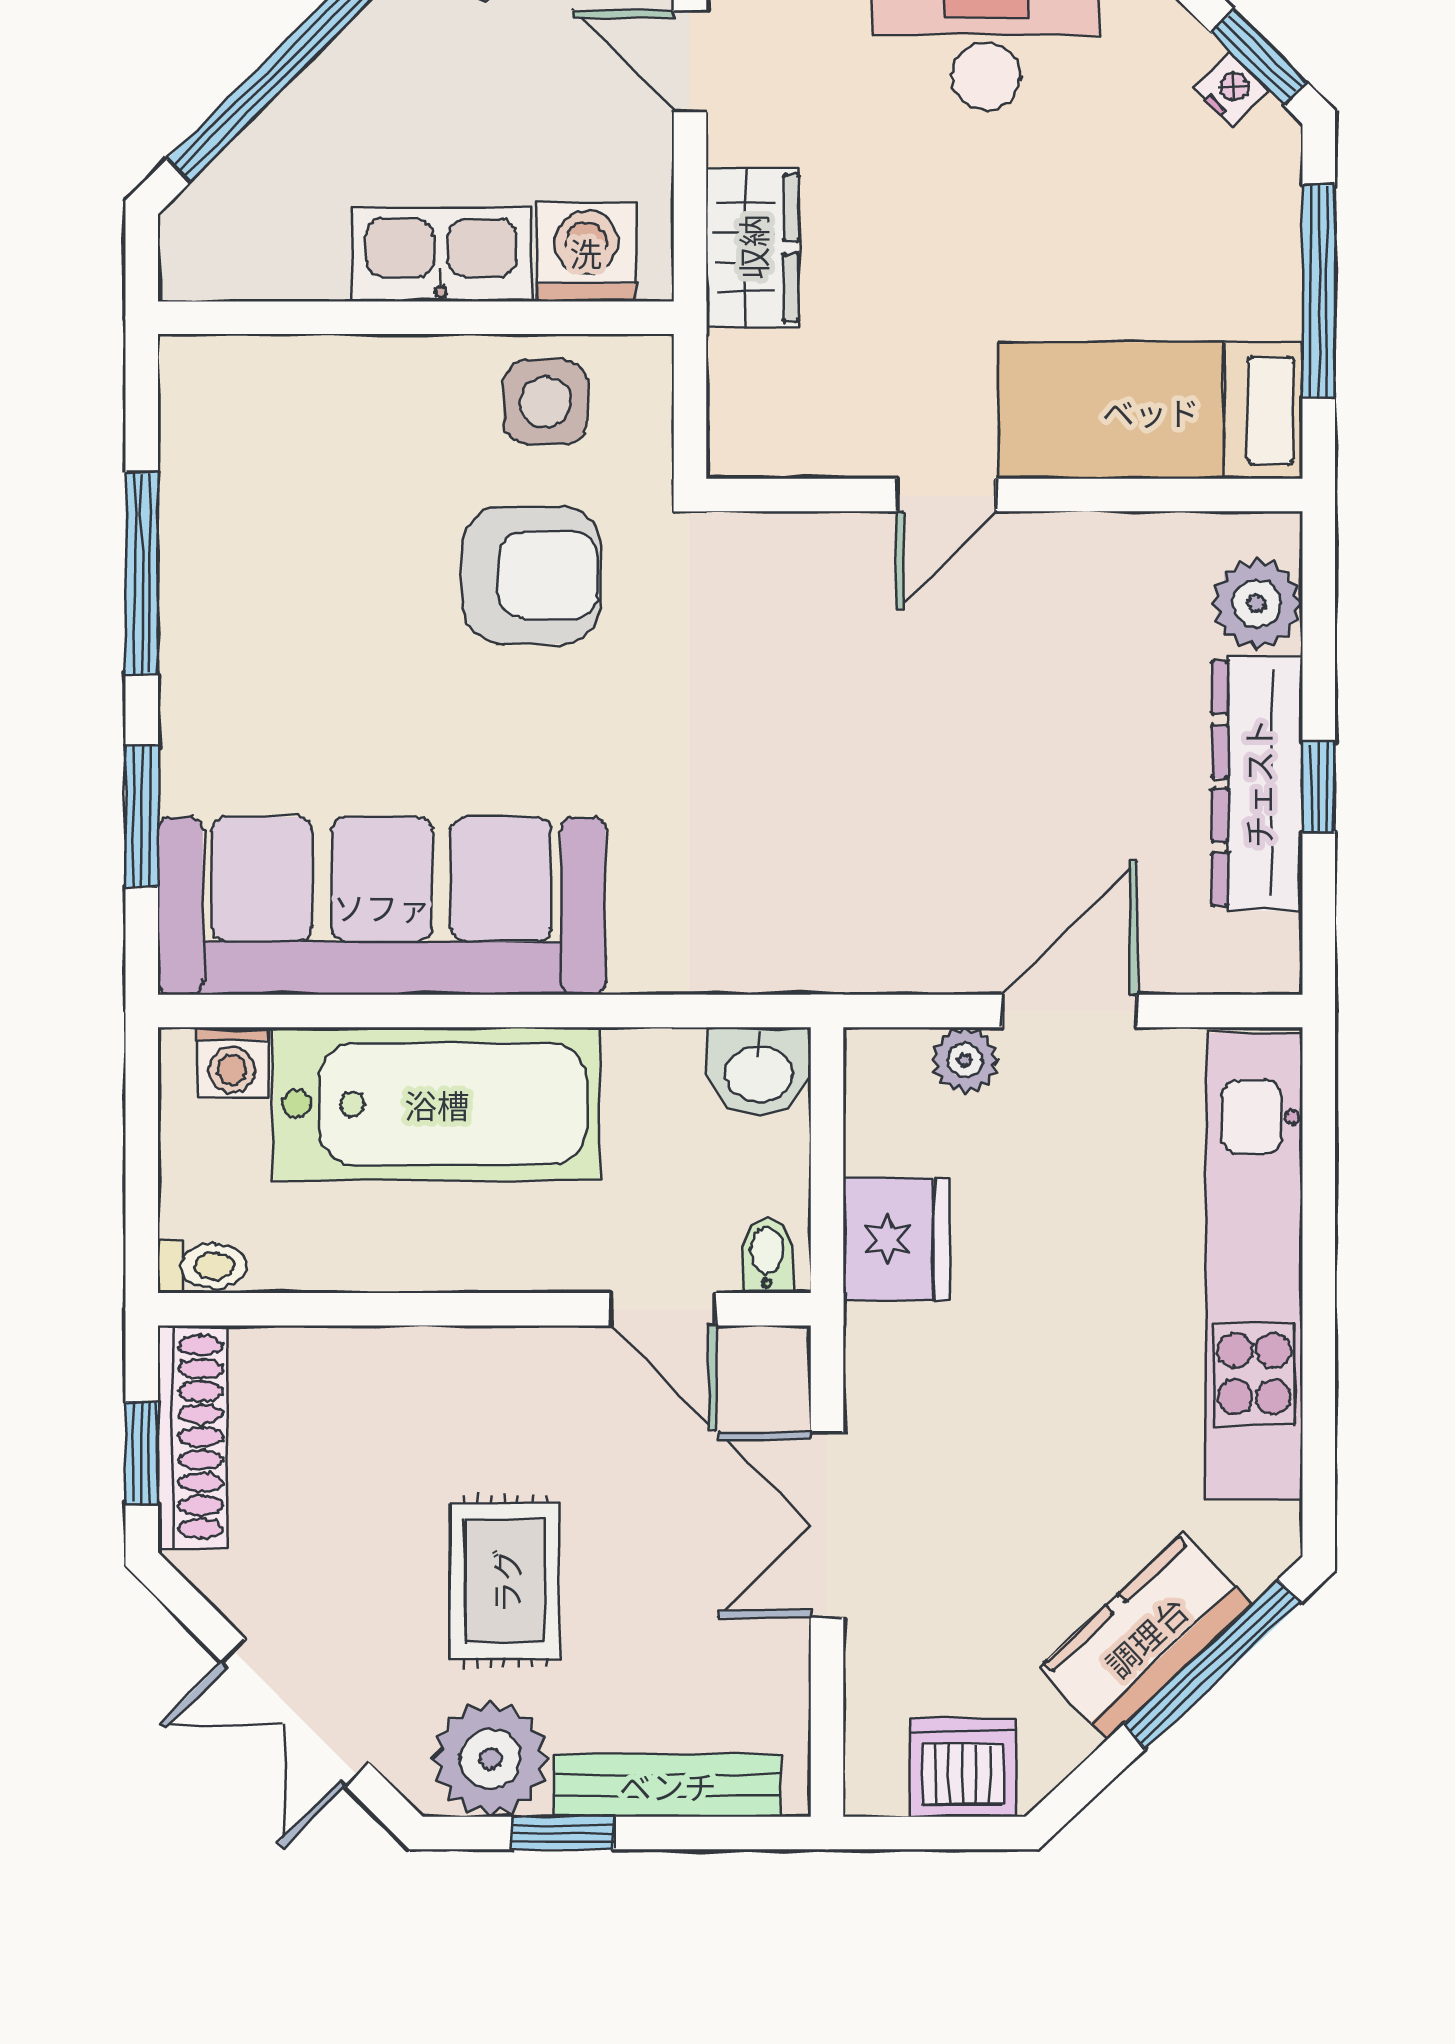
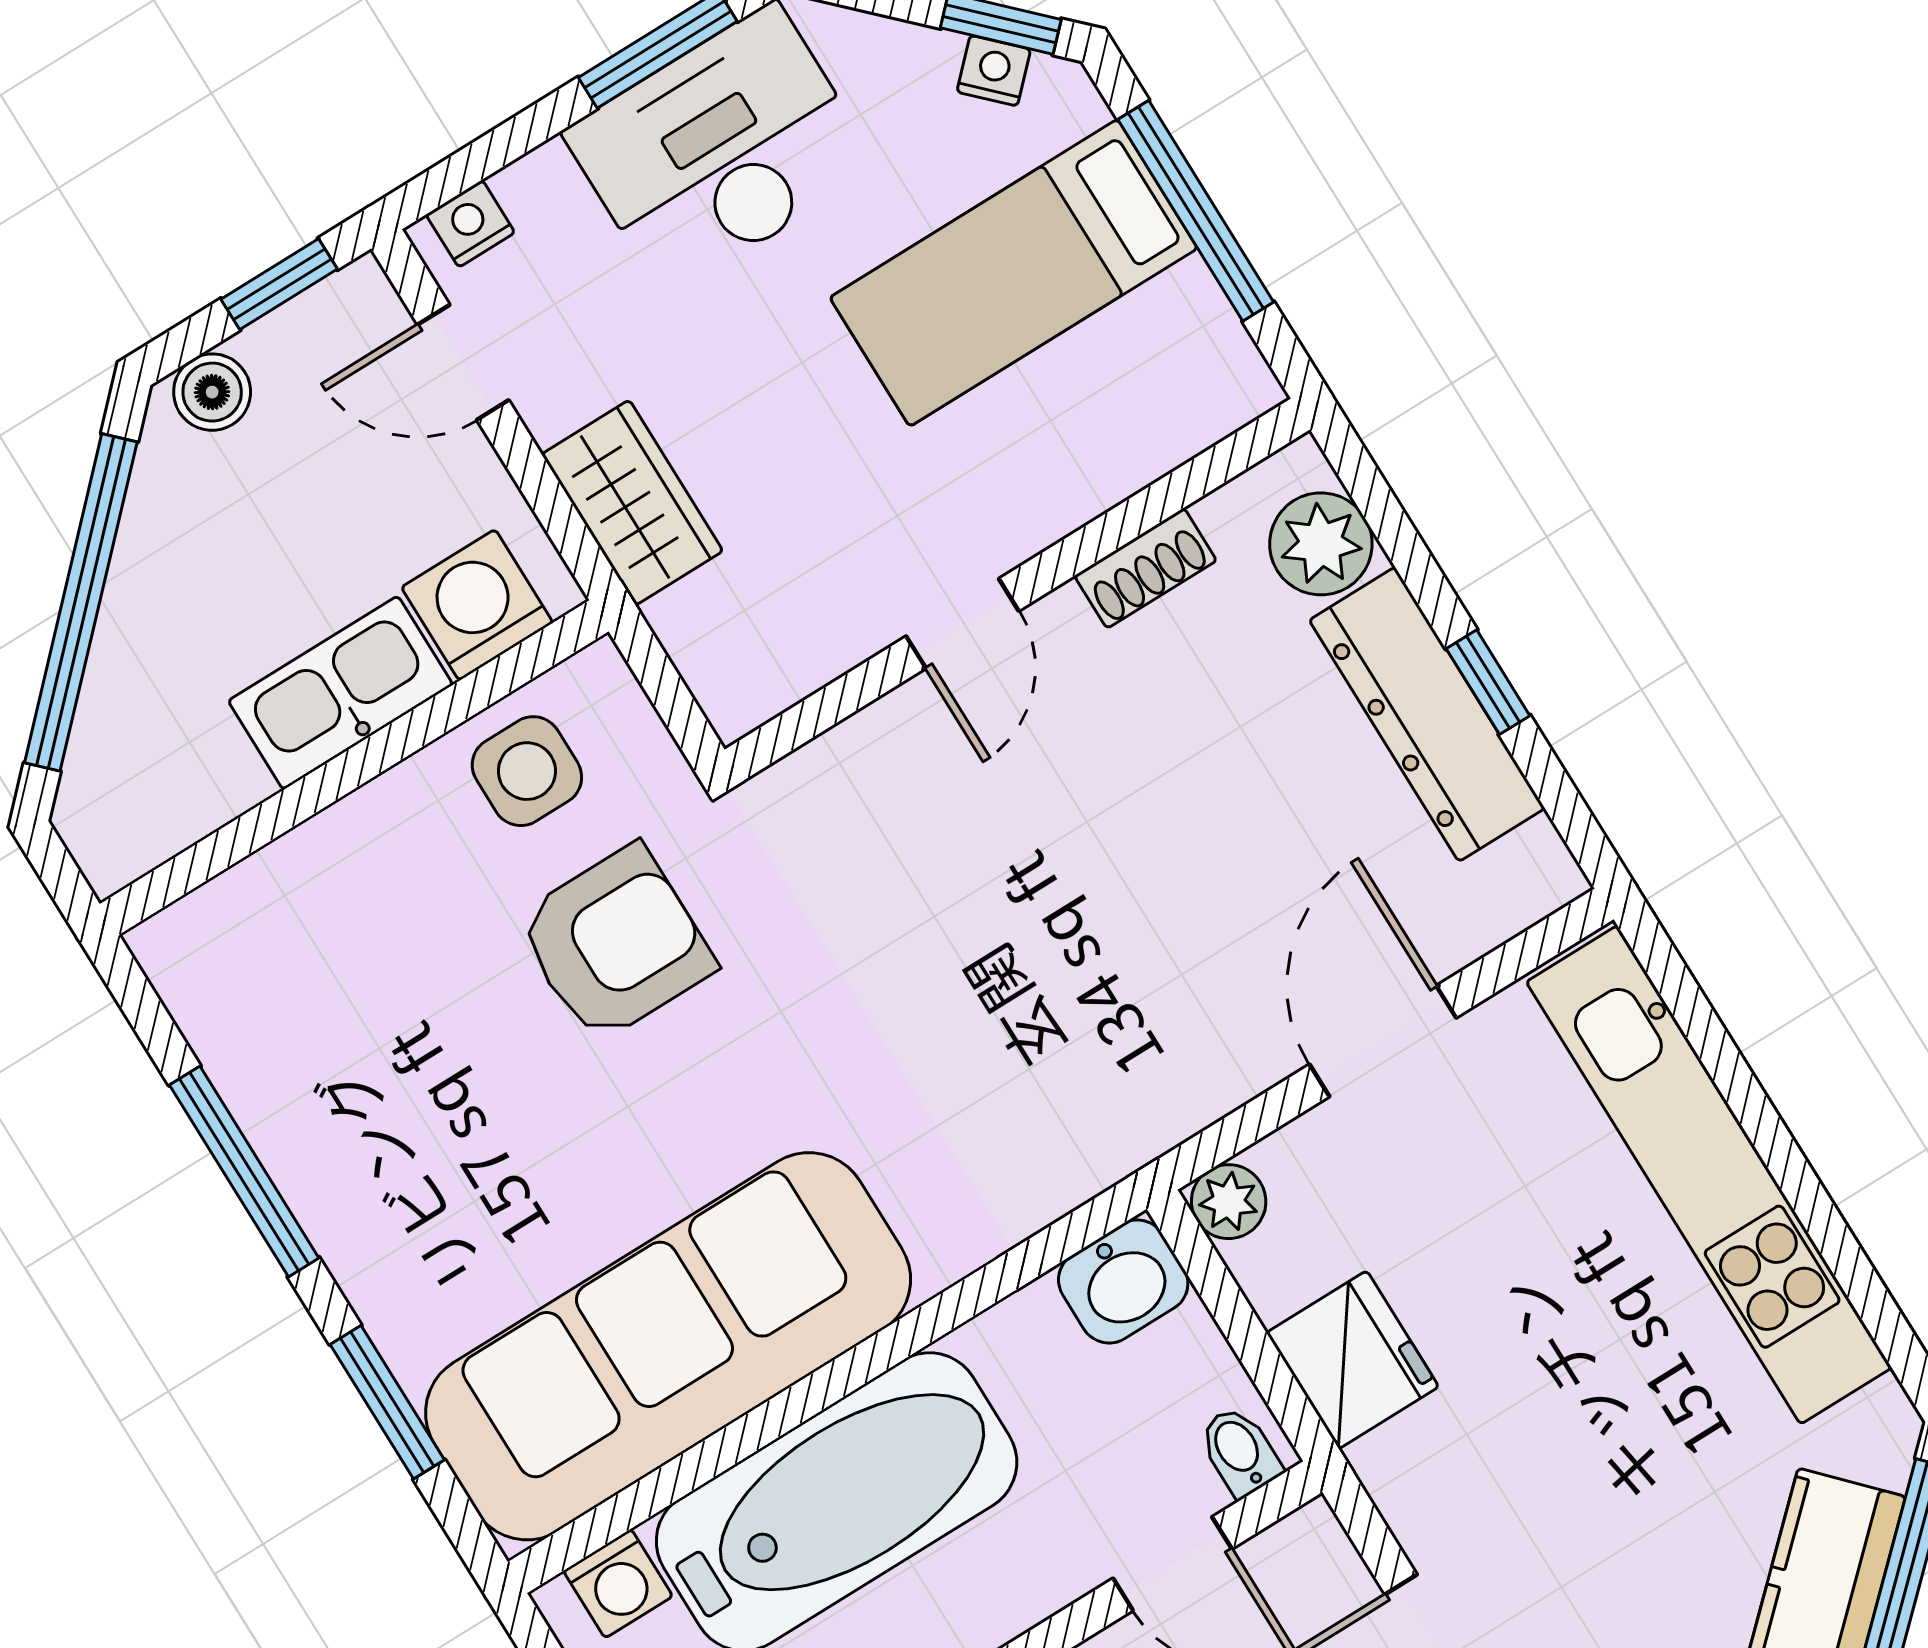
bed: (1151, 411) -> (1014, 273), moved
shoe rack: (1112, 539) -> (1145, 568), added
plant: (965, 1060) -> (1229, 1202), moved

